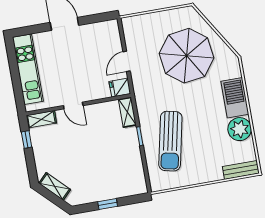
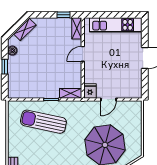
door: (127, 61) -> (109, 99), swing flipped
boiler: (85, 198) -> (12, 51), added

